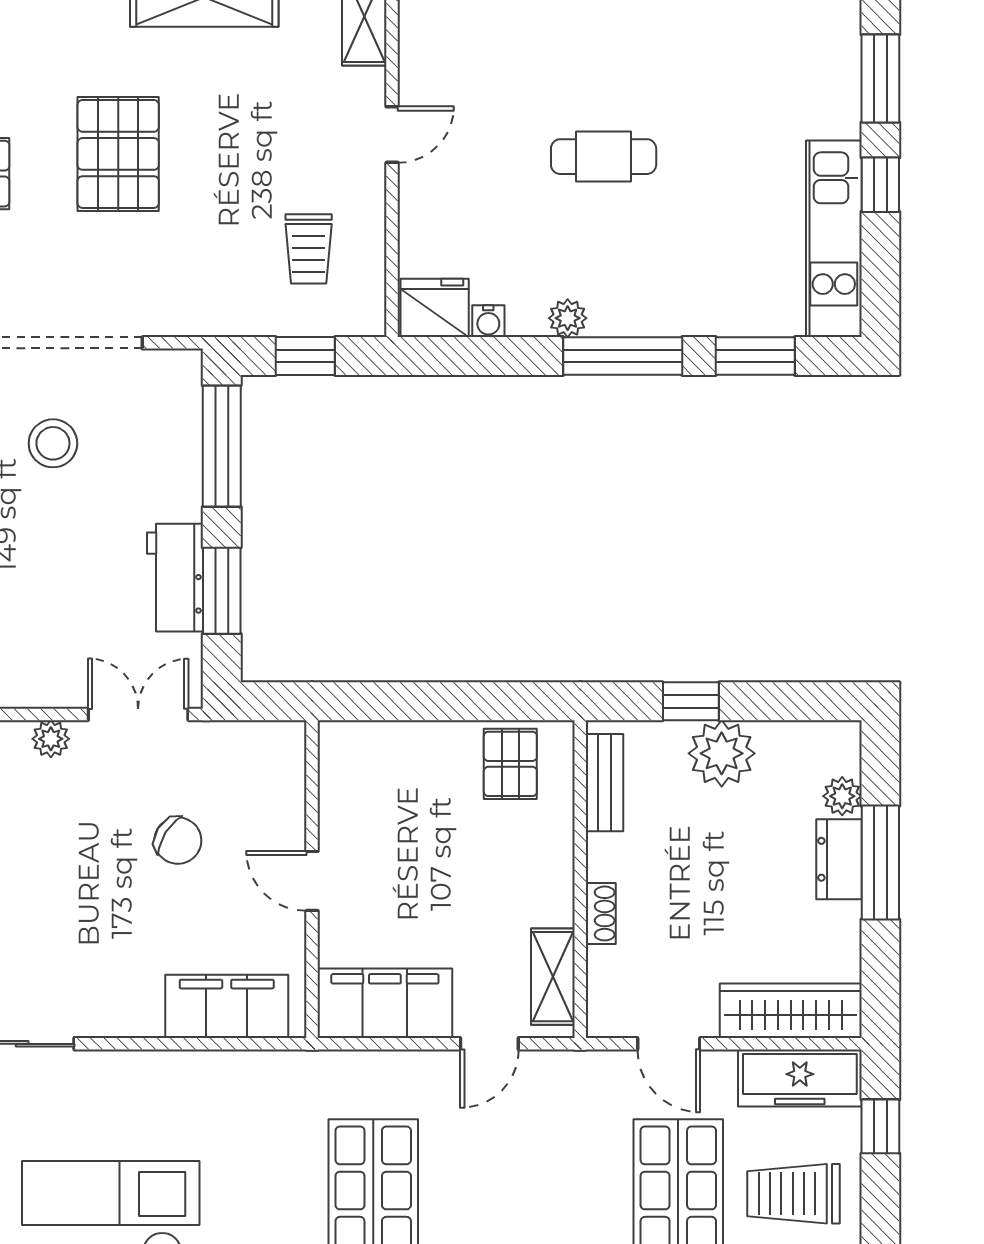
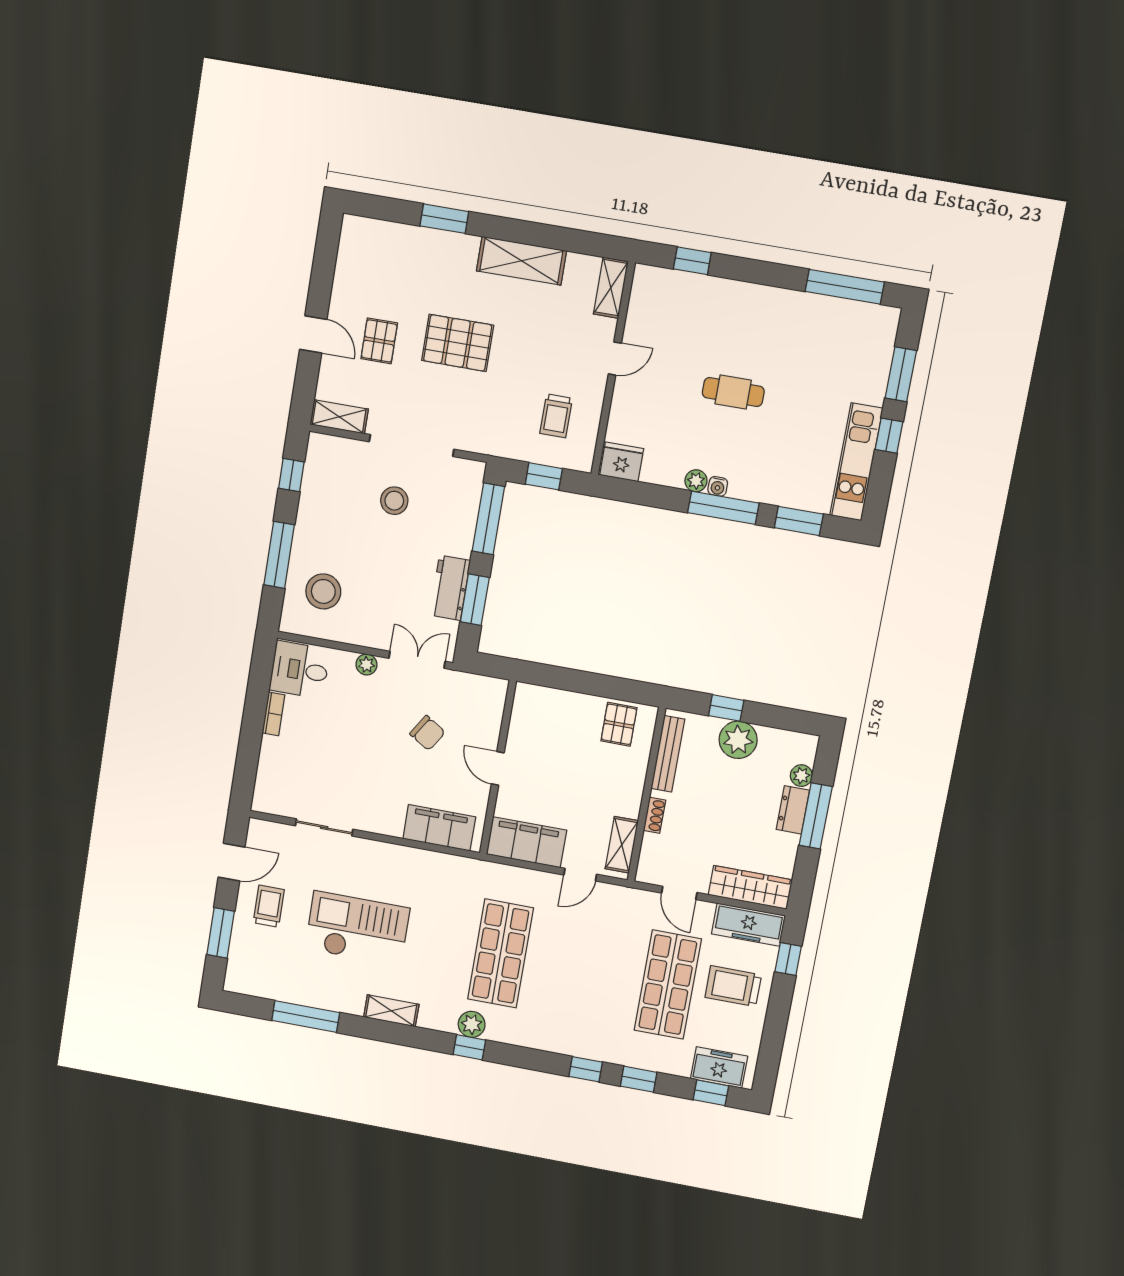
pallet: (118, 154) -> (458, 343), turned 90
water cooler: (488, 321) -> (718, 486), moved
bench: (604, 783) -> (668, 754), width x1.36

